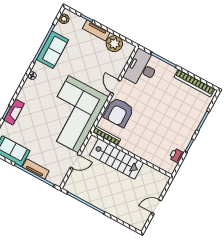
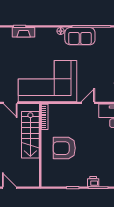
sofa: (53, 50) -> (80, 36), moved
armchair: (119, 112) -> (64, 148), moved
printer: (176, 156) -> (93, 182), moved

